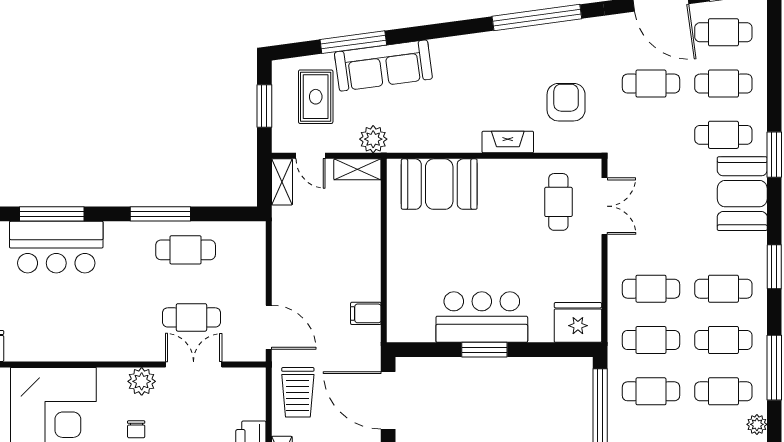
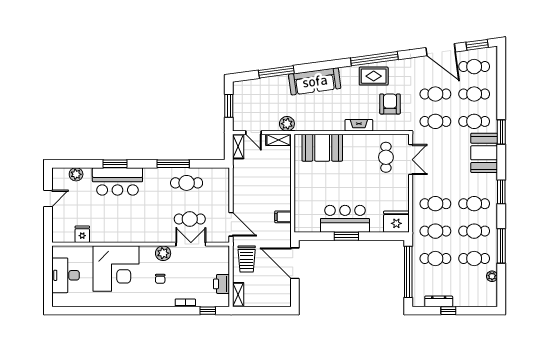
sofa: (383, 66) -> (315, 81), moved
rug: (316, 97) -> (374, 76), moved, turned 90
cafe table: (651, 135) -> (435, 121), added
window: (52, 214) -> (115, 164), width x0.69

